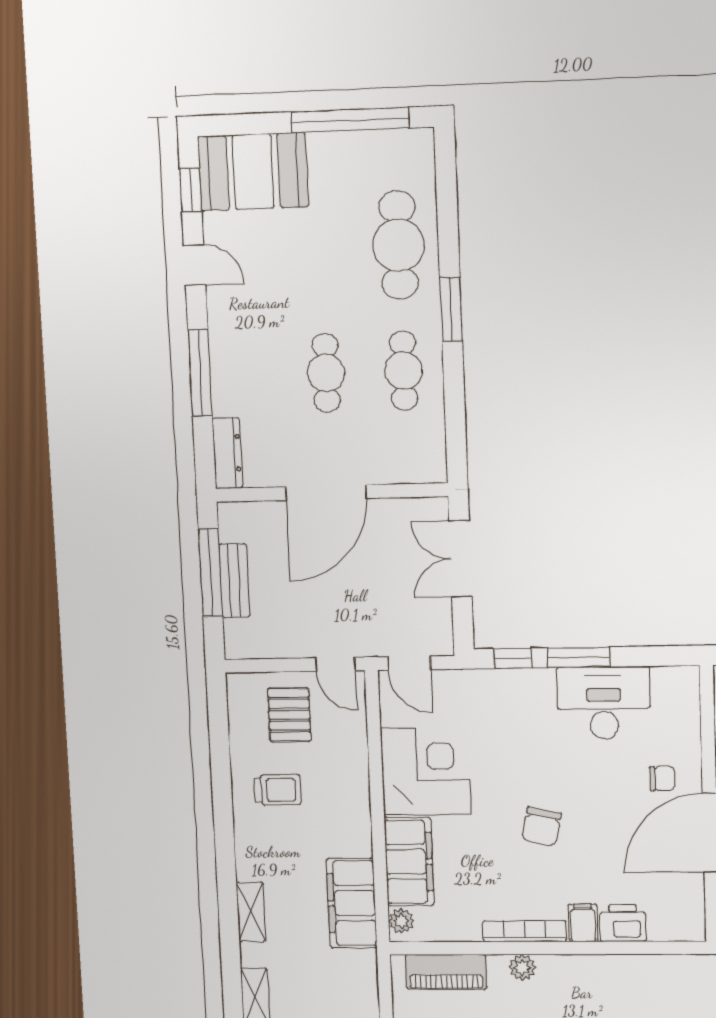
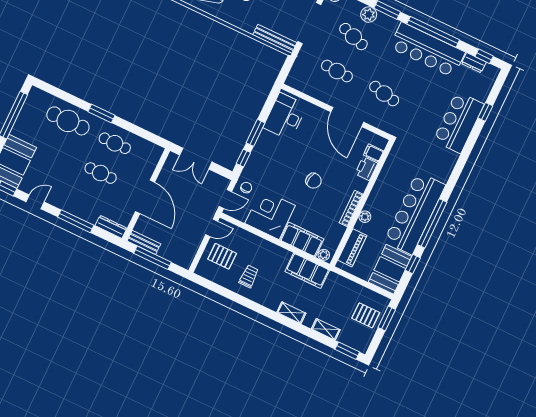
bench: (234, 581) -> (144, 242), moved
desk: (604, 703) -> (285, 116), moved
chair: (662, 778) -> (246, 188), moved
filing cabinet: (583, 923) -> (373, 153), moved

